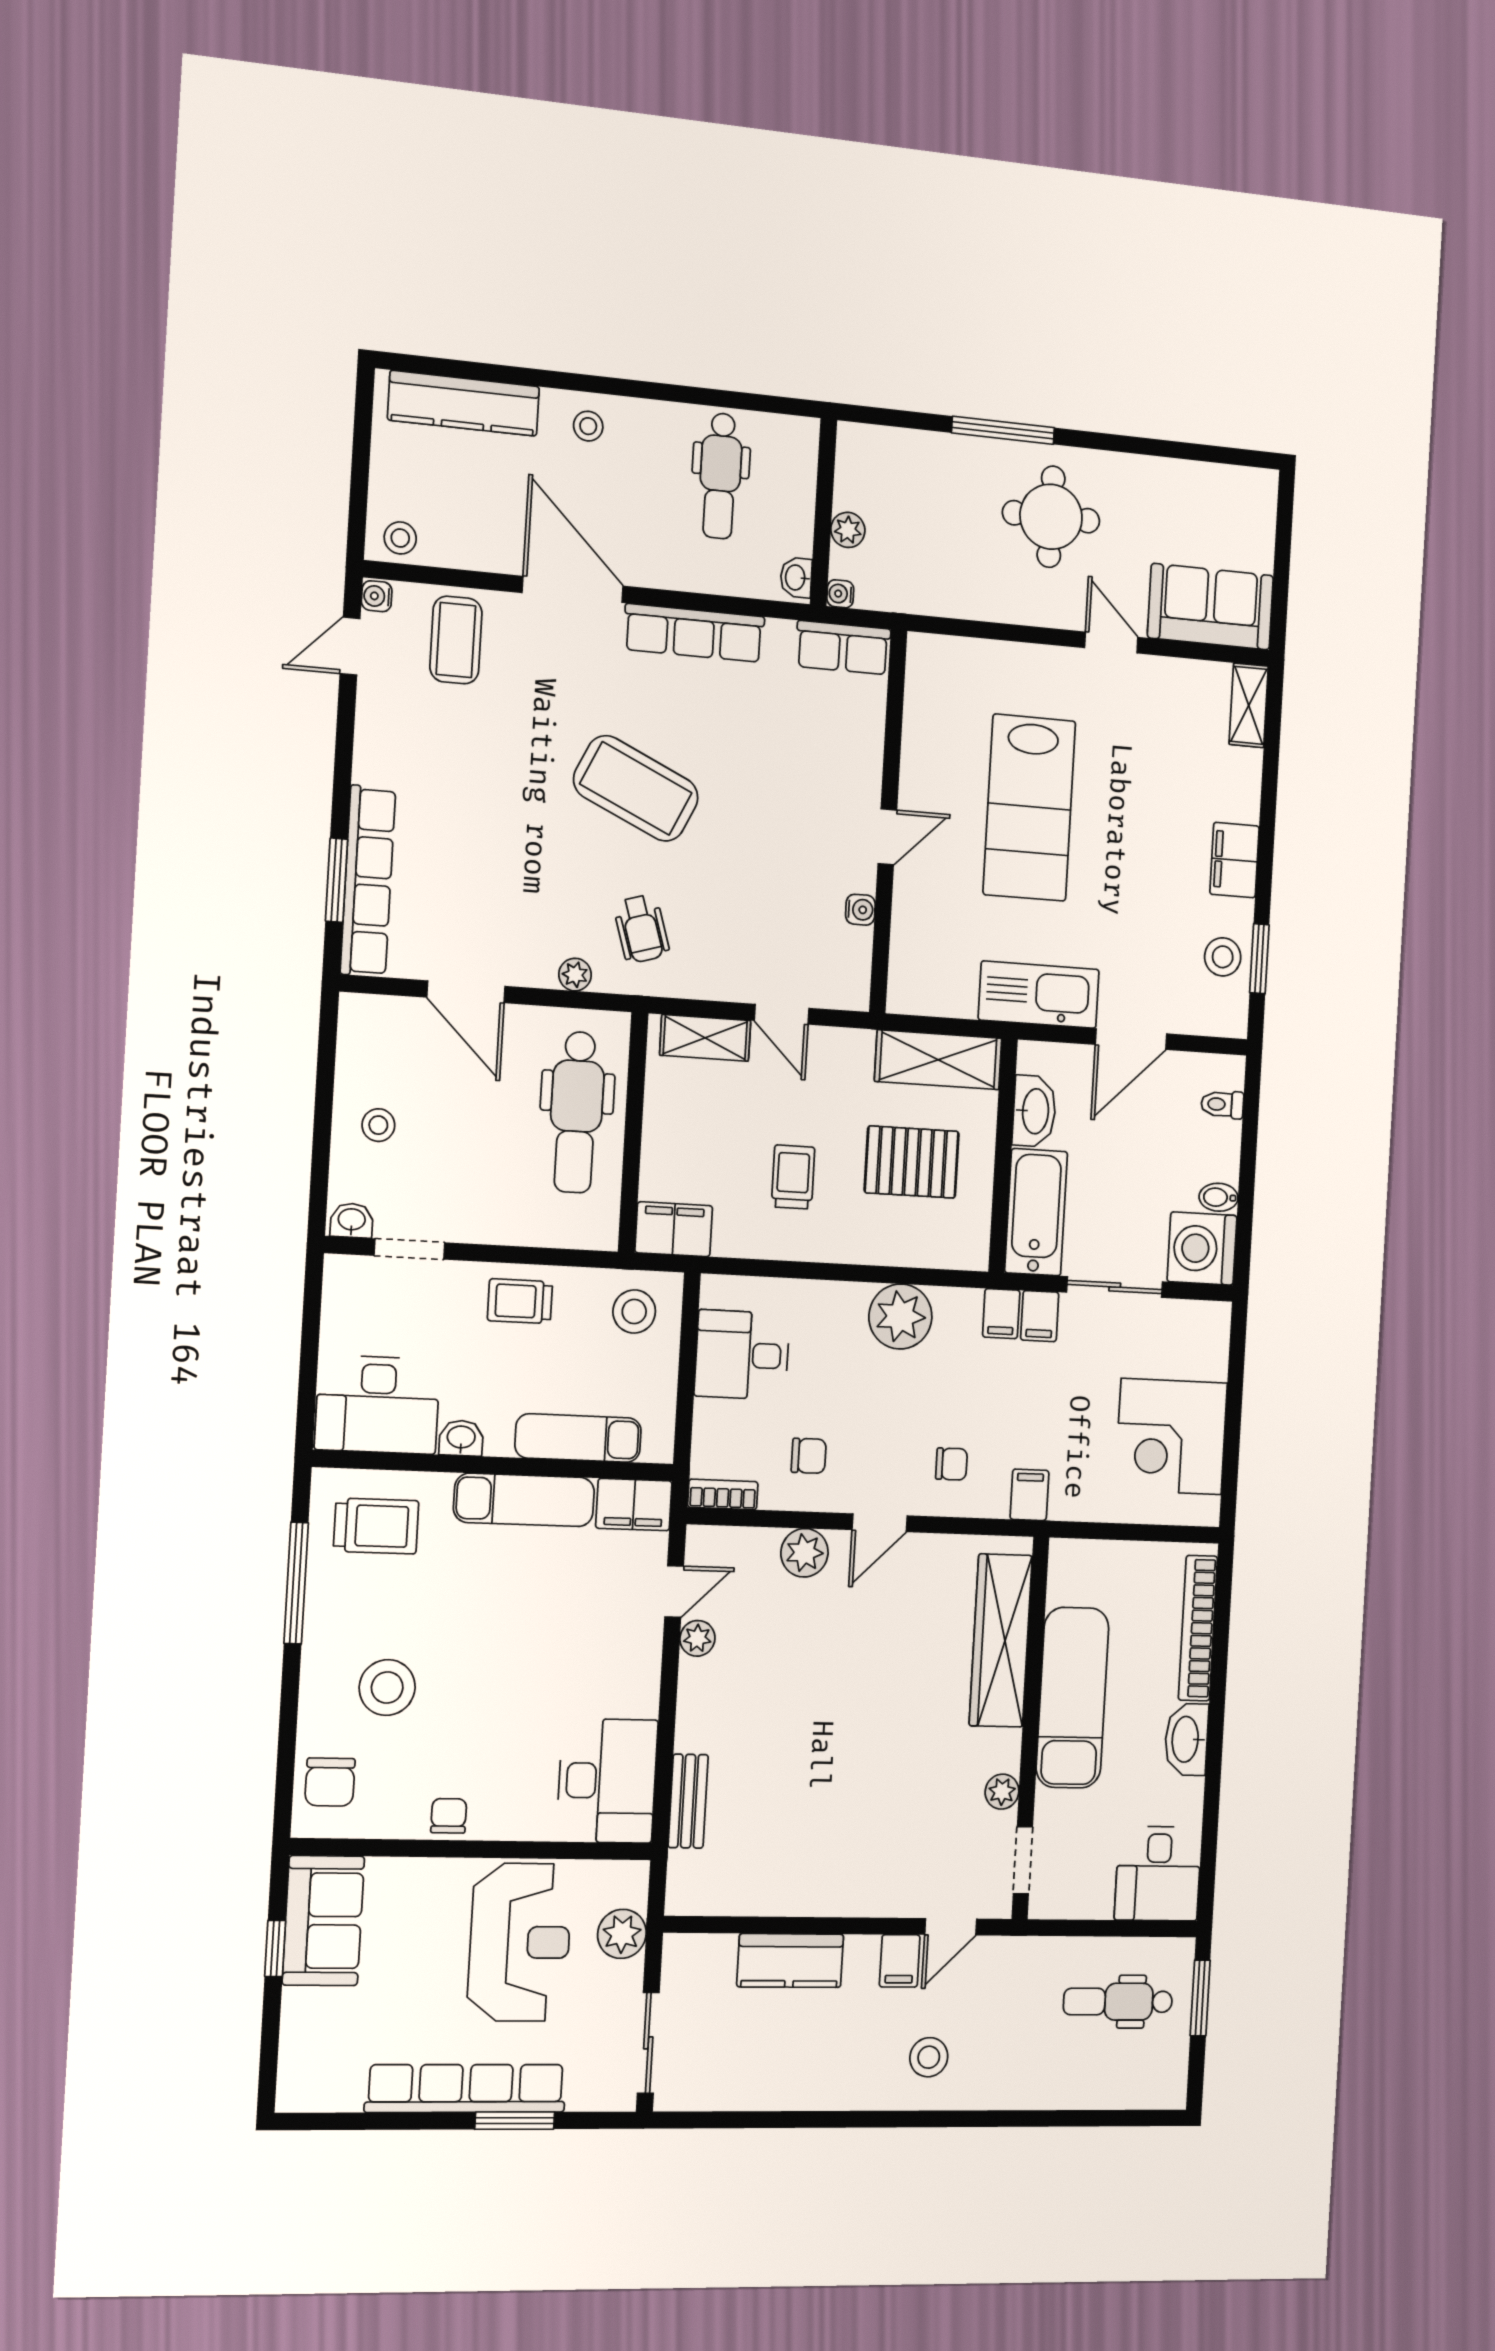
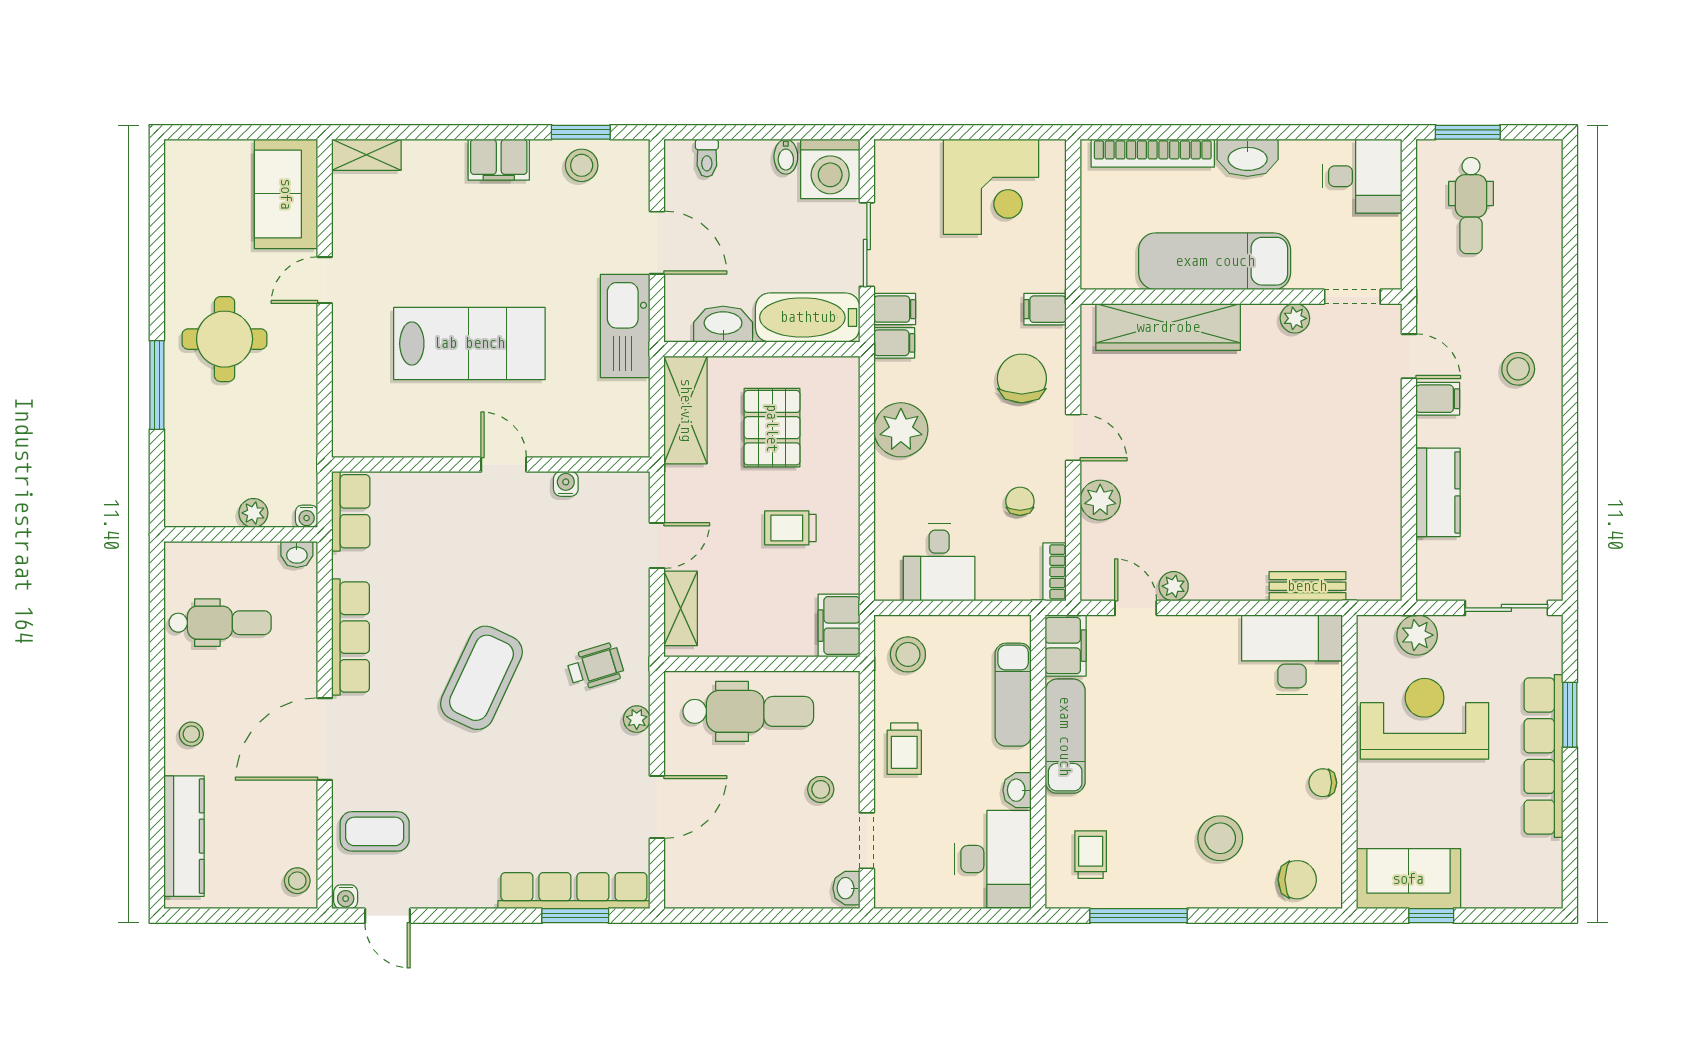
stool: (378, 1125) -> (821, 789), moved
chair: (951, 1464) -> (1022, 379), width x1.87, depth x1.87
trolley: (376, 1526) -> (1091, 855), width x0.73, depth x0.72

